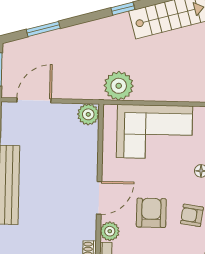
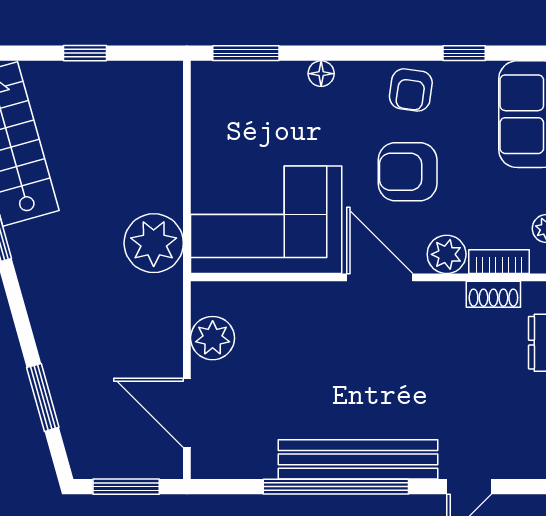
plant: (88, 114) -> (213, 338), moved
corner sofa: (154, 132) -> (266, 220), moved, turned -90

